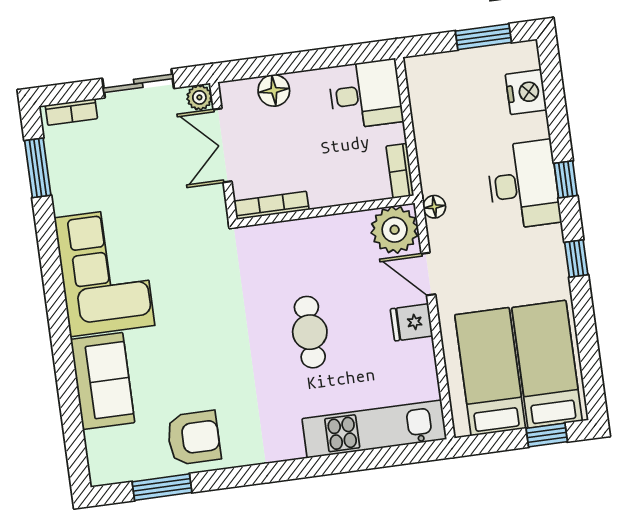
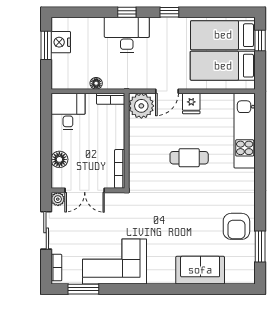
nightstand: (526, 92) -> (61, 42), moved, turned -90
floor lamp: (434, 207) -> (96, 83), moved
corner sofa: (104, 272) -> (115, 261), moved
armchair: (194, 438) -> (236, 226), turned 180

